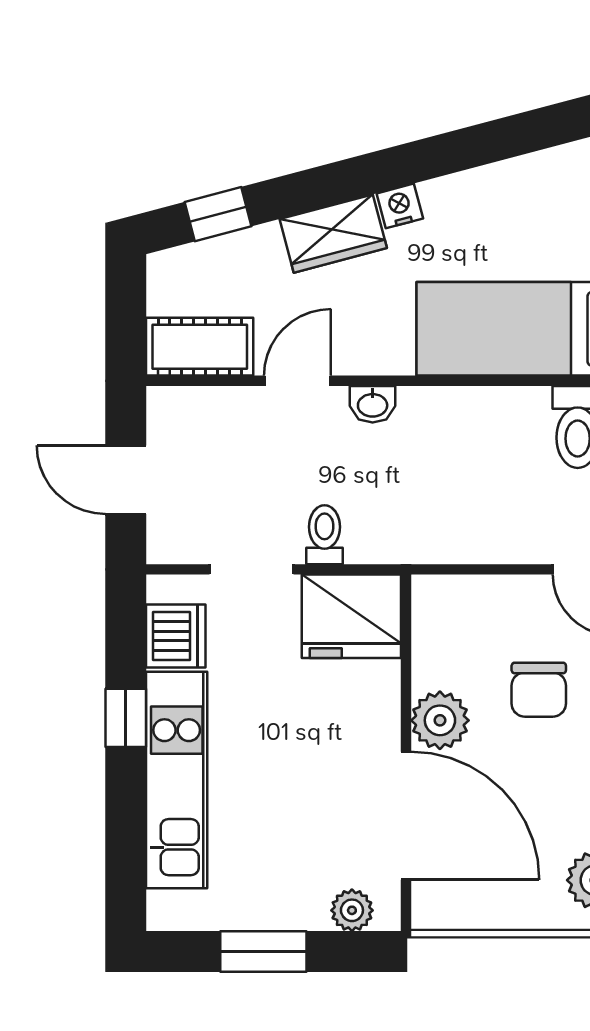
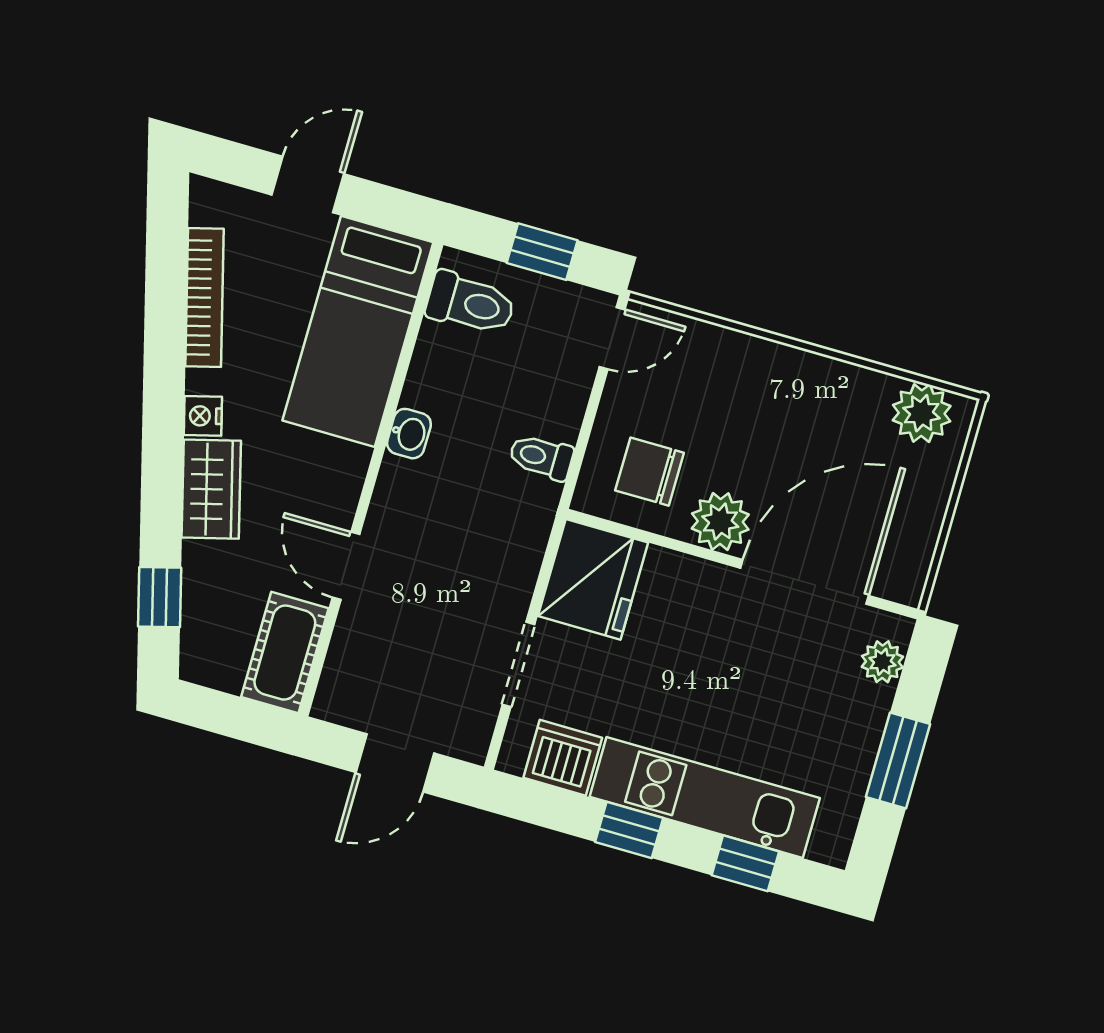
bookcase: (511, 176) -> (204, 297), added
washbasin: (373, 404) -> (409, 434), moved
toilet: (325, 535) -> (541, 457), moved
chair: (539, 690) -> (650, 472), moved, turned 180
window: (126, 836) -> (745, 863), added

